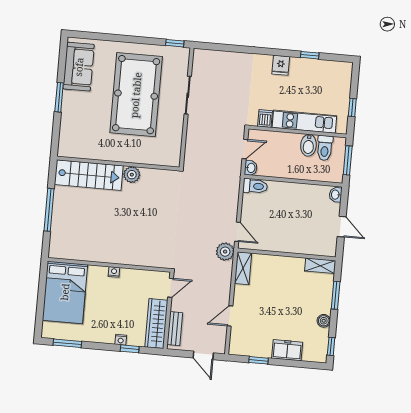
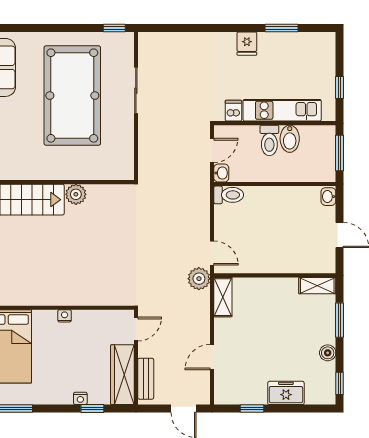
window: (310, 55) -> (281, 28), width x1.50
toilet: (325, 148) -> (269, 140), moved

